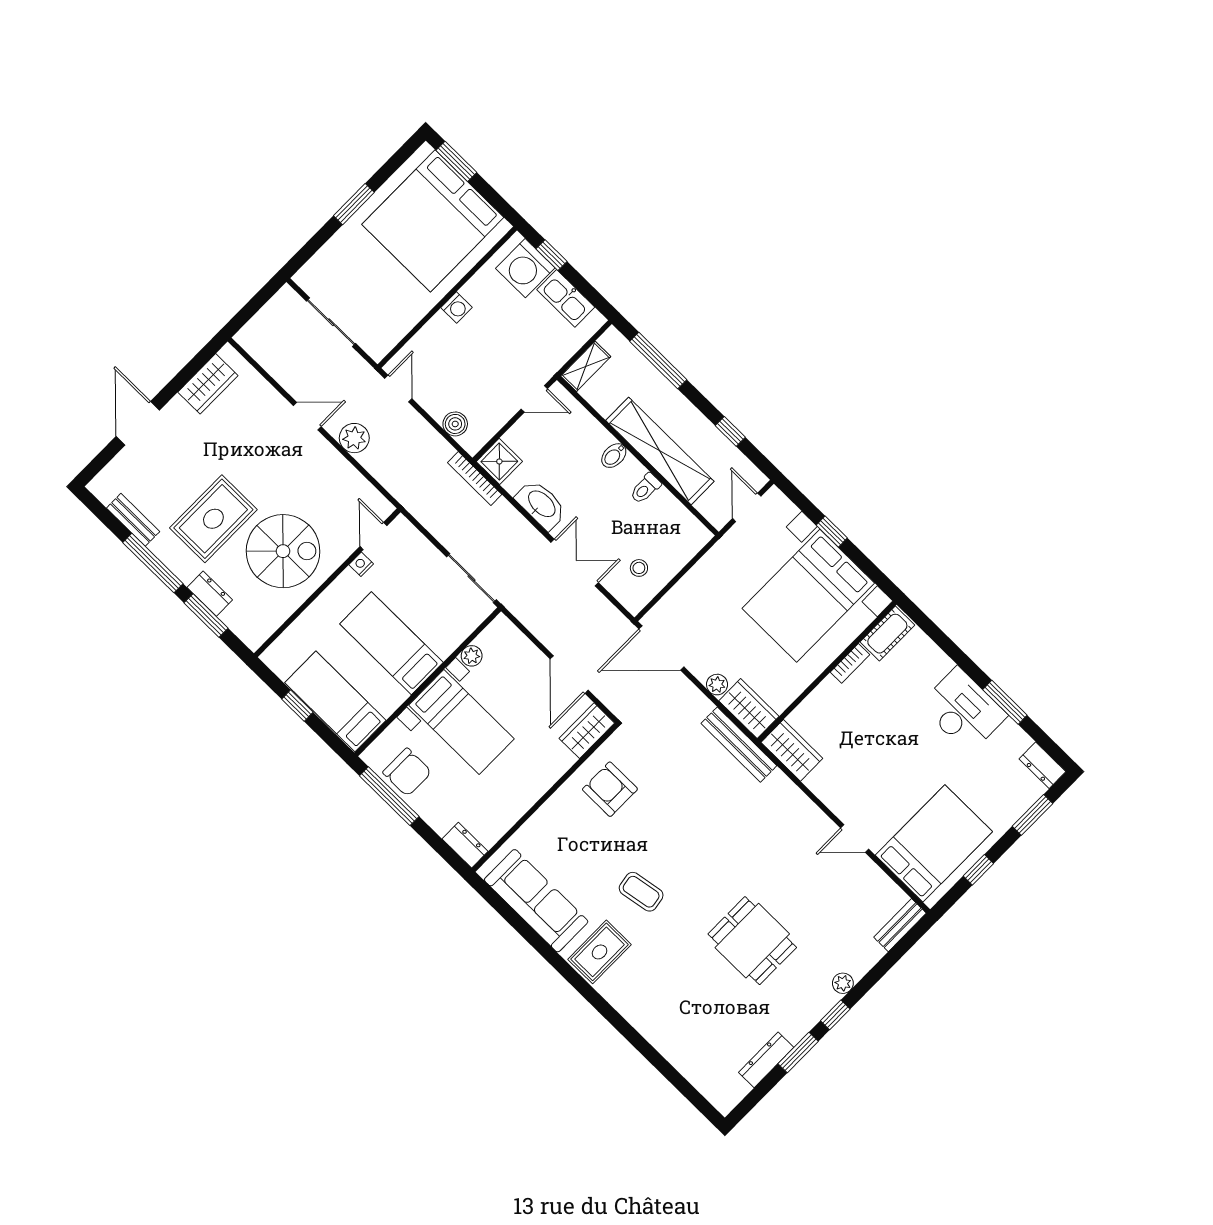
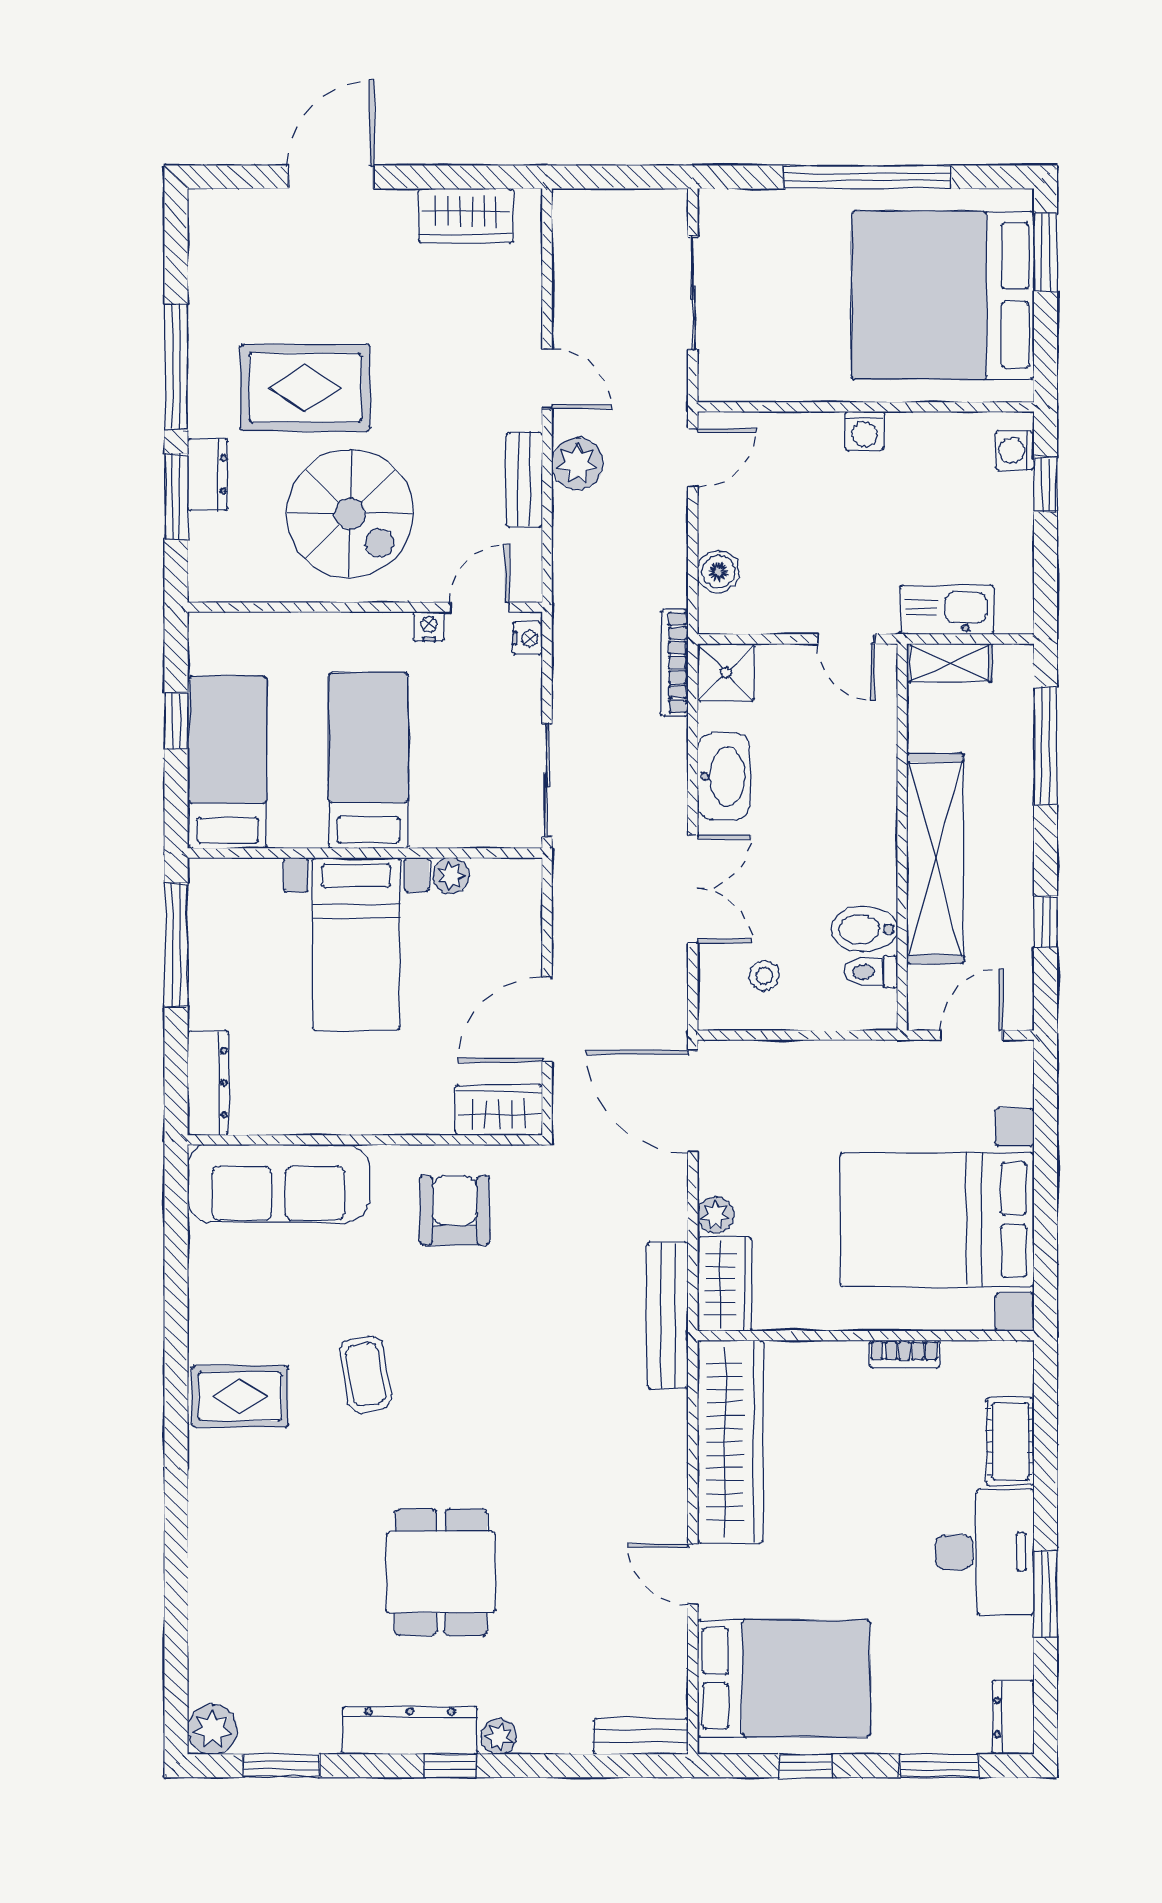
window: (354, 204) -> (867, 177), width x2.11
washing machine: (525, 268) -> (1015, 451), width x0.53, depth x0.53
kitchen sink: (566, 298) -> (947, 610), moved, turned 90
bidet: (614, 456) -> (864, 929), moved, width x1.38, depth x1.36
toilet: (645, 488) -> (871, 972), moved
bench: (133, 520) -> (524, 480), moved
nightstand: (406, 529) -> (527, 638), added
window: (832, 532) -> (1046, 1170), removed
cot: (887, 634) -> (1010, 1441), moved, turned 90
wardrobe: (792, 750) -> (730, 1442), width x2.10, depth x1.17
chair: (407, 772) -> (228, 938), removed
dresser: (465, 845) -> (208, 1083), width x1.44
sofa: (536, 901) -> (278, 1183), moved, turned 90
window: (798, 1053) -> (281, 1766), moved
dresser: (766, 1060) -> (410, 1730), moved, width x1.37, depth x1.24
plant: (725, 1097) -> (212, 1729), added

